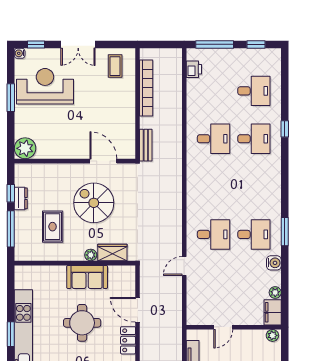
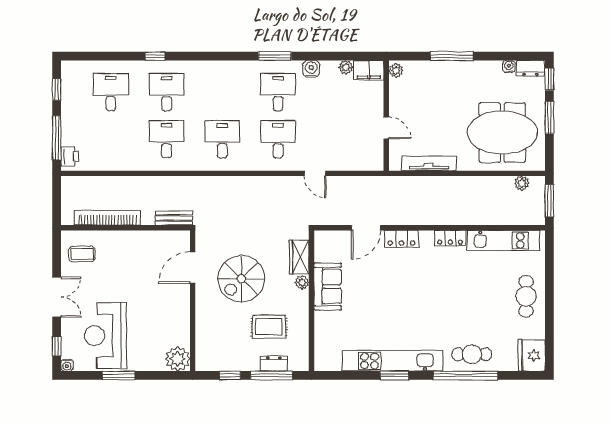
printer: (194, 69) -> (70, 156), moved, turned 90
desk: (214, 187) -> (222, 139), added
dresser: (21, 198) -> (274, 364), moved
round table: (82, 323) -> (381, 292), removed

